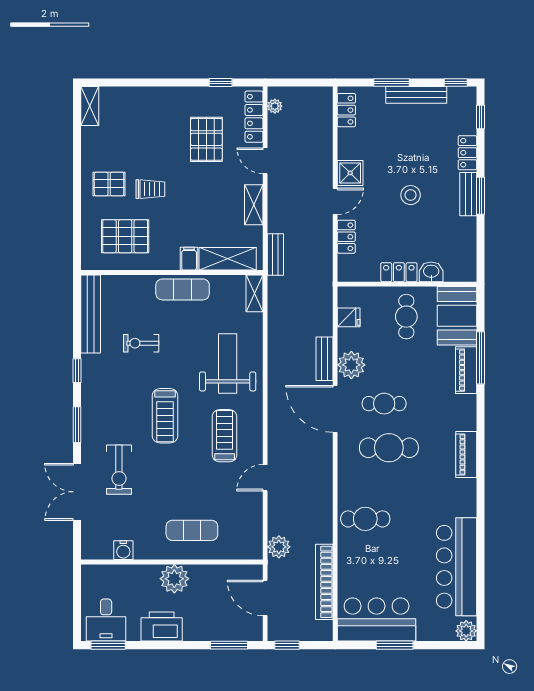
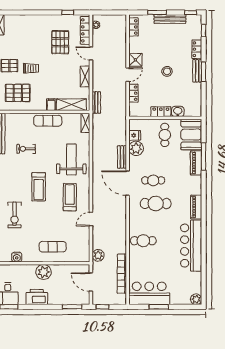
plant: (351, 365) -> (136, 148), moved
bar counter: (457, 567) -> (191, 246), moved

